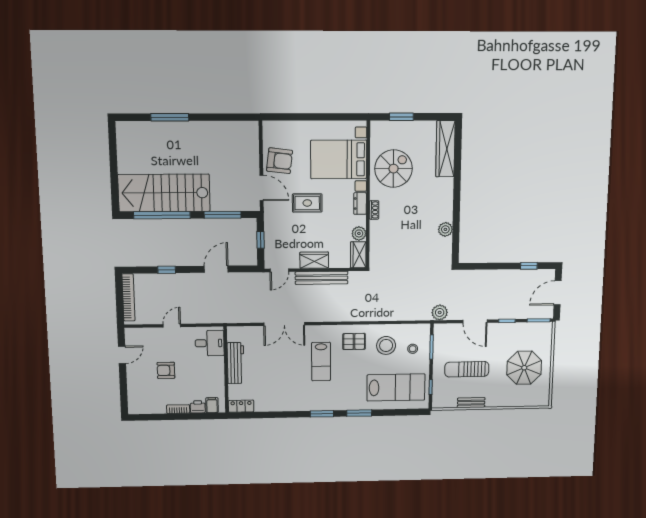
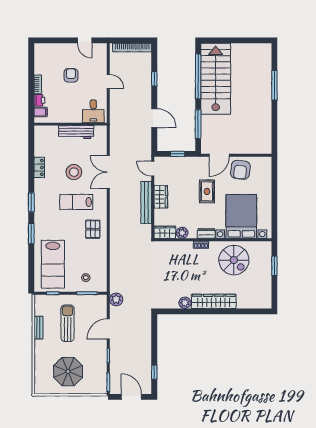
wardrobe: (445, 149) -> (214, 301), moved
stool: (386, 345) -> (74, 172), moved
locker: (241, 406) -> (39, 167), moved

